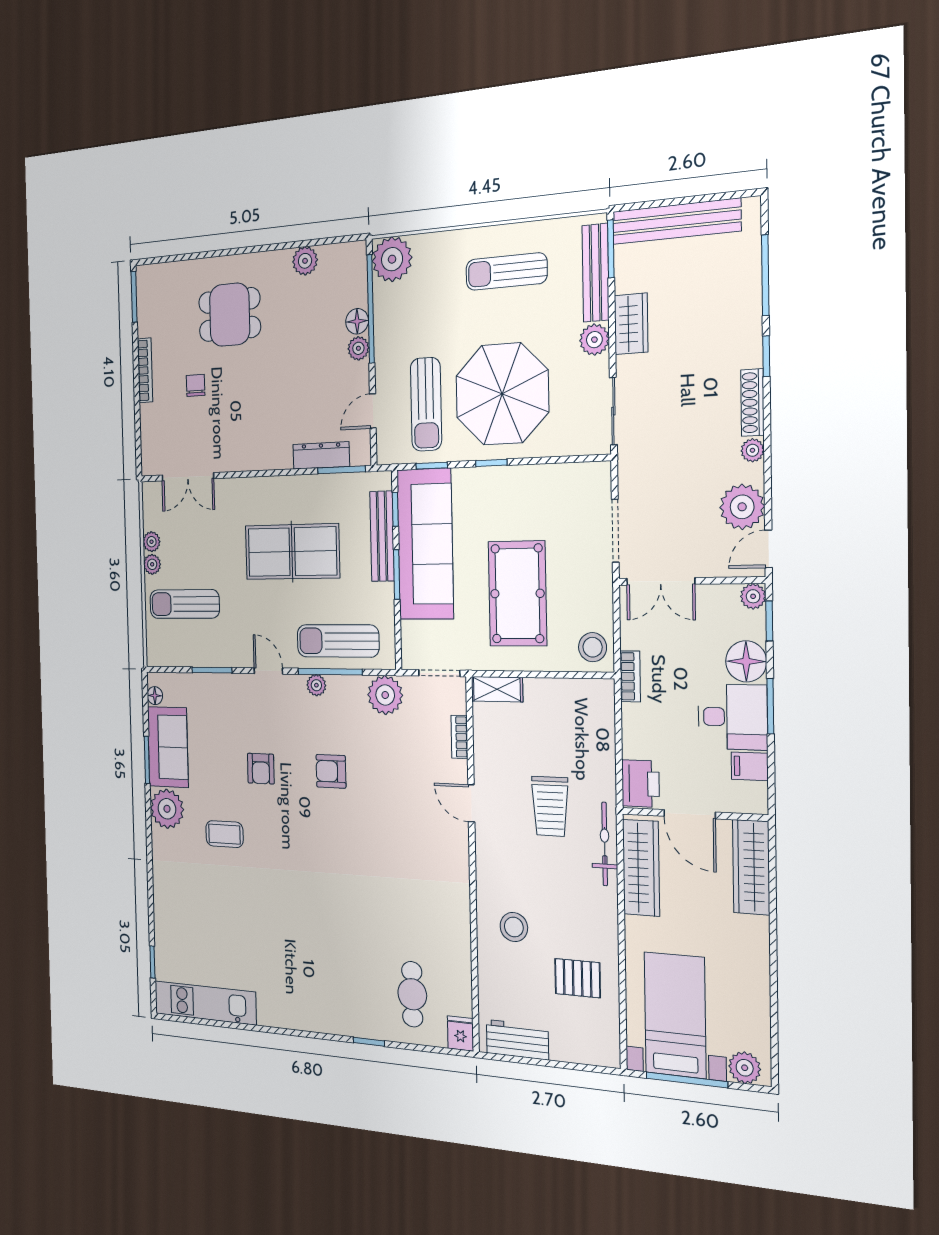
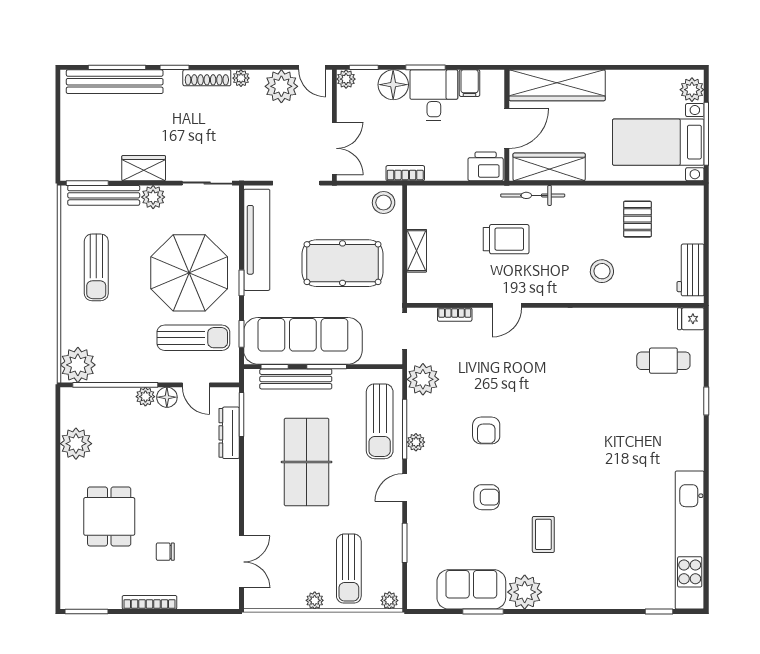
bench: (676, 221) -> (115, 82), moved, turned 90
plant: (305, 261) -> (76, 444), width x1.36, depth x1.36
floor lamp: (357, 321) -> (167, 397), moved
tv unit: (544, 481) -> (257, 240), added
plant: (152, 542) -> (389, 600), moved
shelving: (497, 689) -> (417, 251), moved
floor lamp: (155, 696) -> (427, 601), removed
wardrobe: (751, 867) -> (557, 85), width x1.40, depth x1.17
kitchen unit: (205, 1003) -> (690, 540), width x1.36

